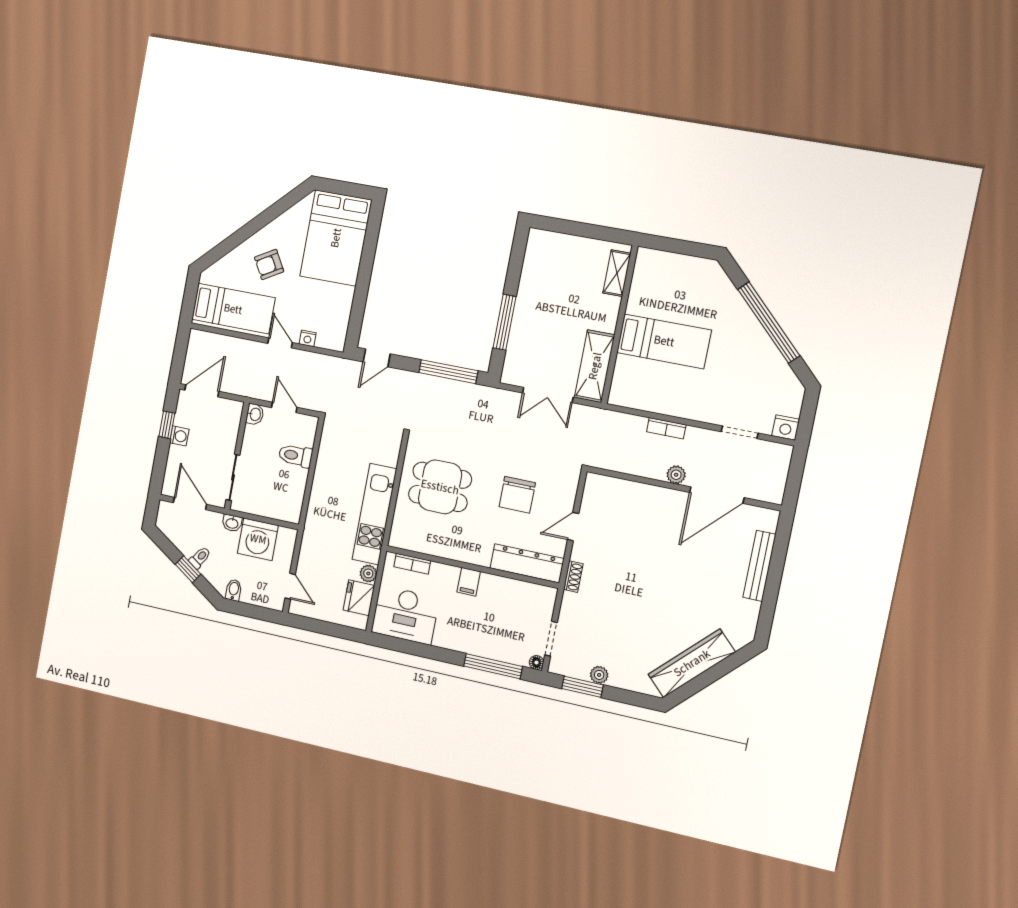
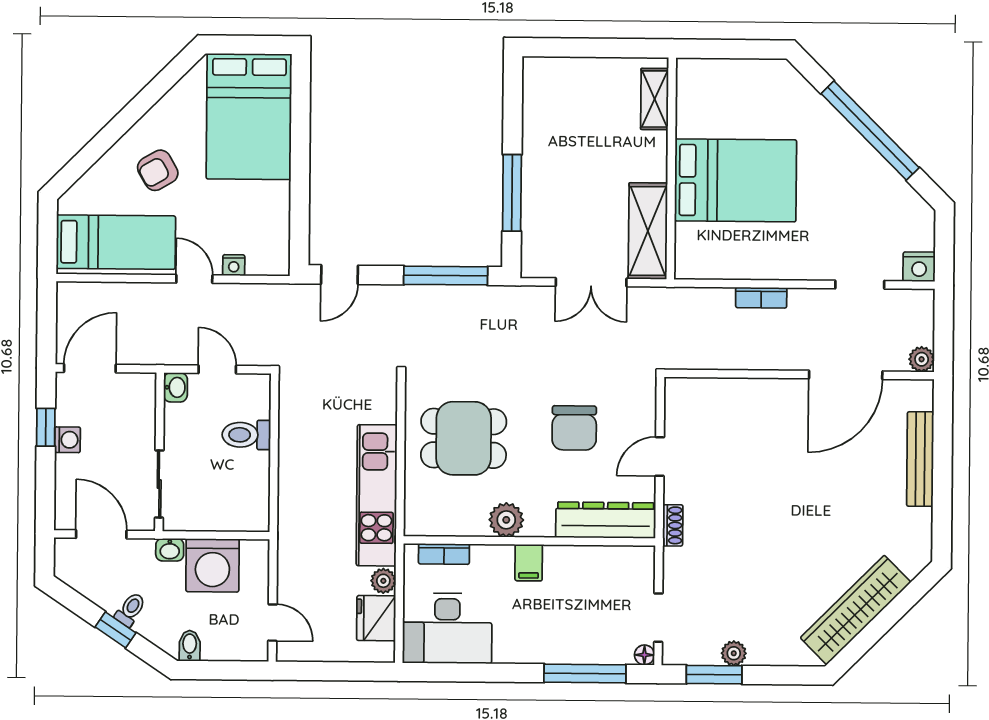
bed: (664, 341) -> (736, 180), width x1.50
plant: (676, 475) -> (922, 359), moved
plant: (459, 549) -> (506, 520), added

